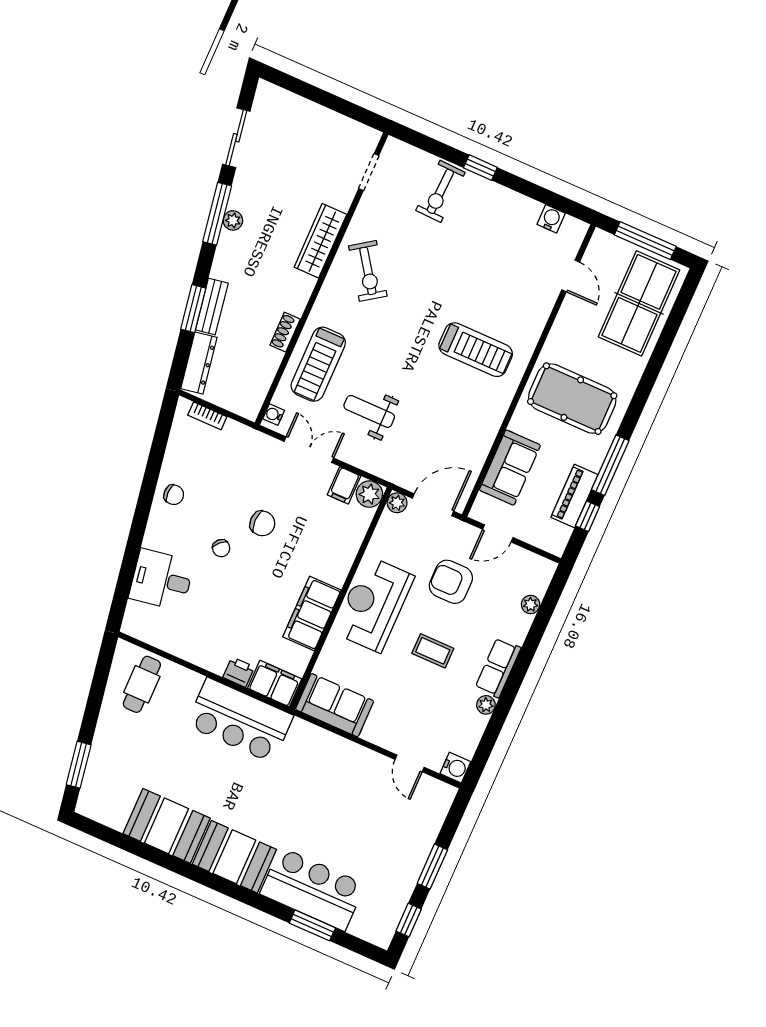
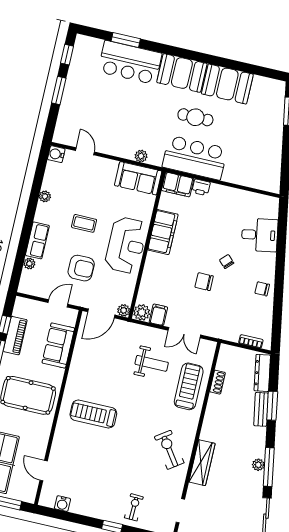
exercise bike: (440, 191) -> (134, 507), width x0.73, depth x0.72
shoe rack: (285, 332) -> (217, 382), moved
water cooler: (274, 415) -> (210, 350), removed
row of seats: (498, 668) -> (37, 240), moved
cafe table: (142, 684) -> (195, 117), moved, turned 90
plant: (323, 739) -> (141, 156), added

